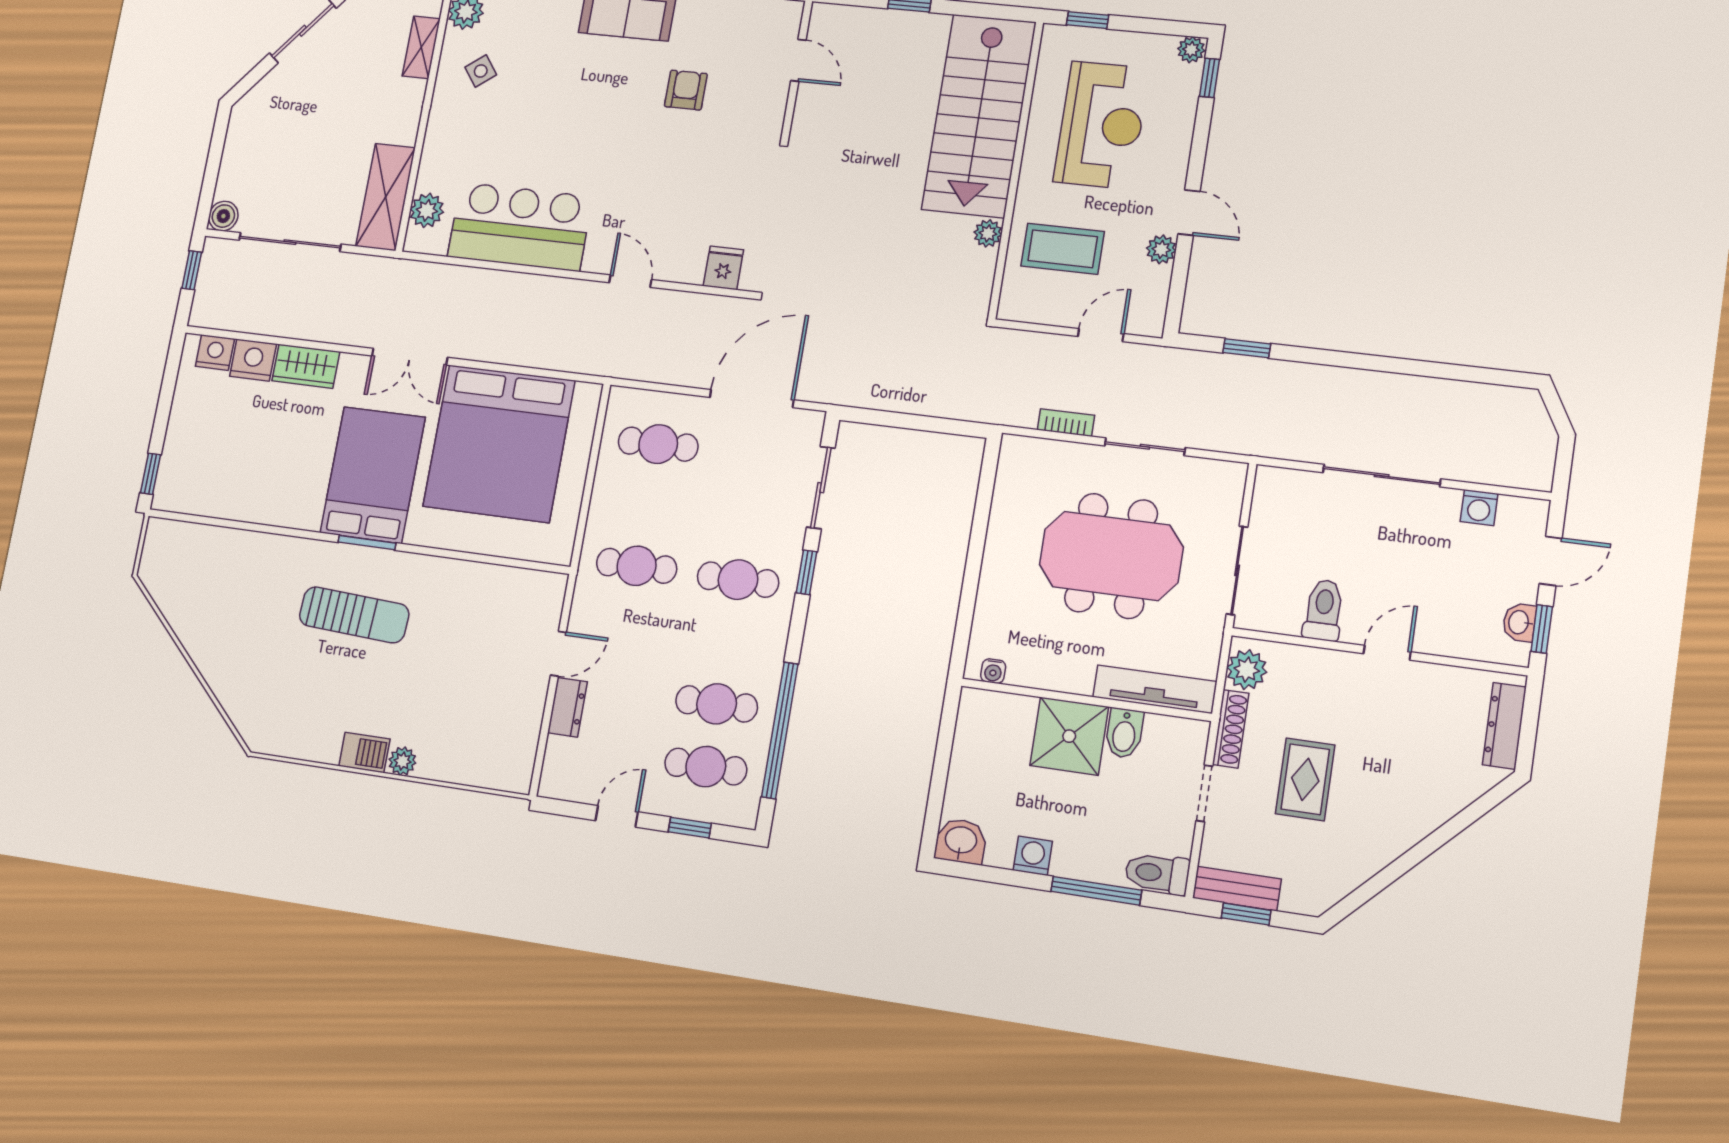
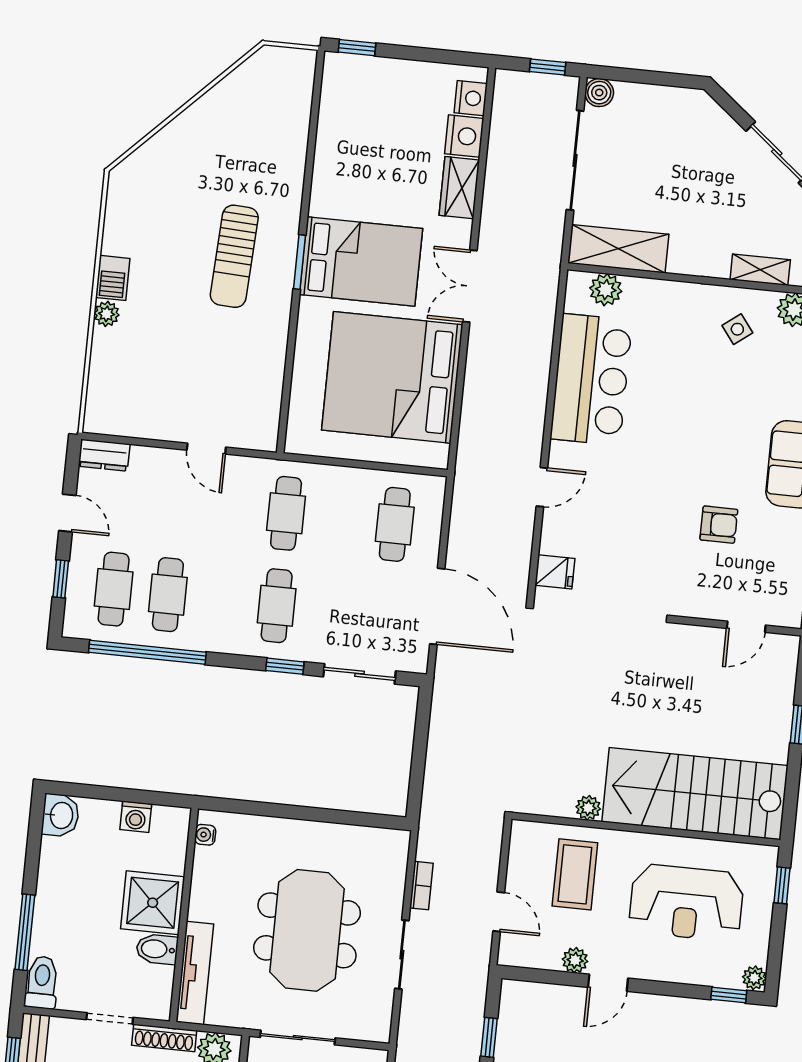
dresser: (567, 707) -> (104, 455), moved
washing machine: (1033, 856) -> (136, 817), moved, turned 90

